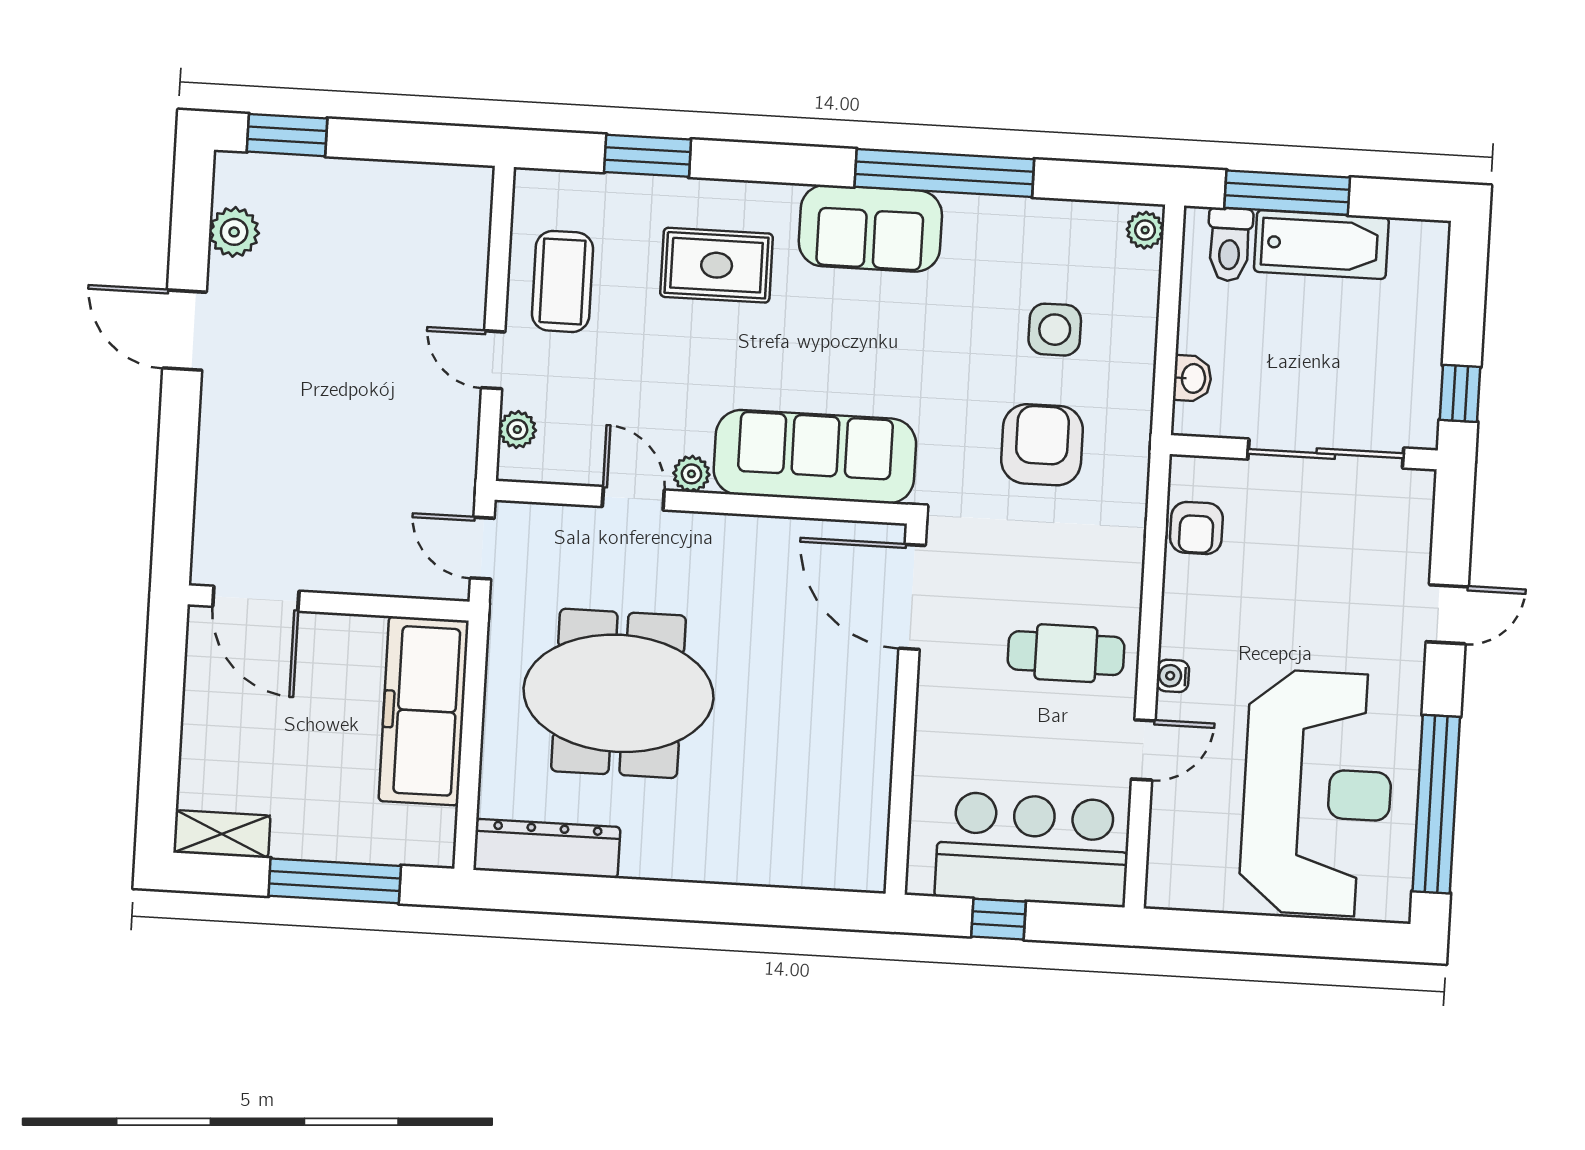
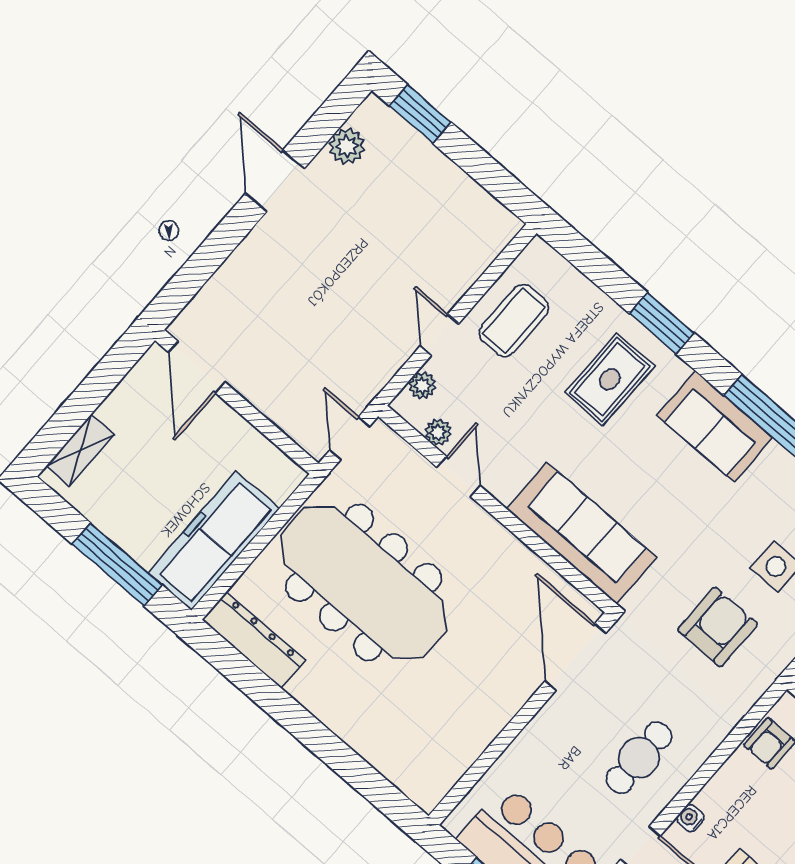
window: (648, 156) -> (662, 323), moved
rug: (717, 265) -> (610, 379), turned 90
plant: (691, 474) -> (438, 432), moved
cafe table: (1066, 653) -> (639, 758), turned 90
meeting table: (618, 693) -> (364, 582), width x1.36
freezer: (424, 711) -> (214, 541), moved
shelving: (222, 834) -> (80, 450), moved, turned 90

